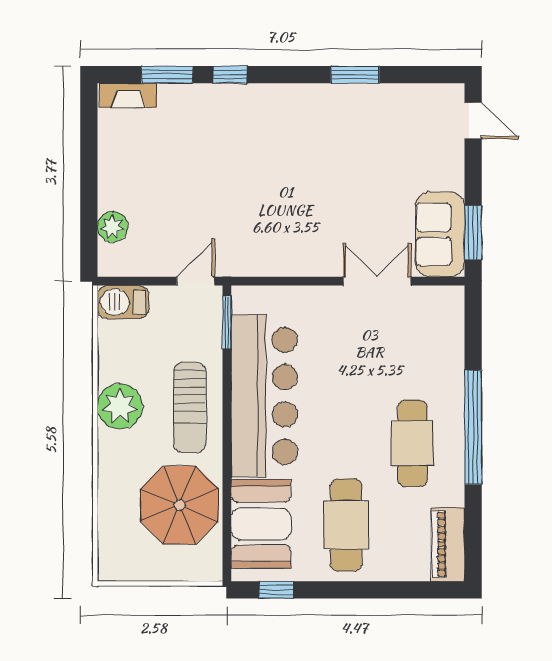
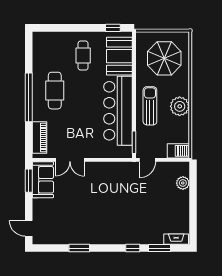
parasol: (179, 505) -> (164, 58), moved
cafe table: (346, 525) -> (83, 56), width x0.73, depth x0.74
piano: (448, 544) -> (40, 138), moved

